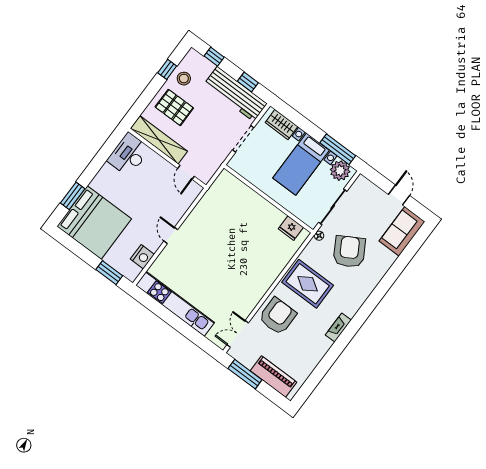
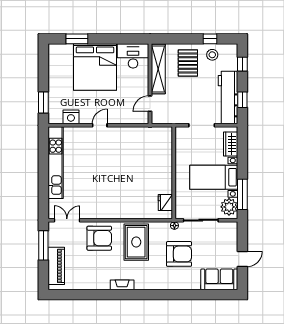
bed: (94, 223) -> (95, 67), moved
armchair: (349, 252) -> (179, 254), turned 30

